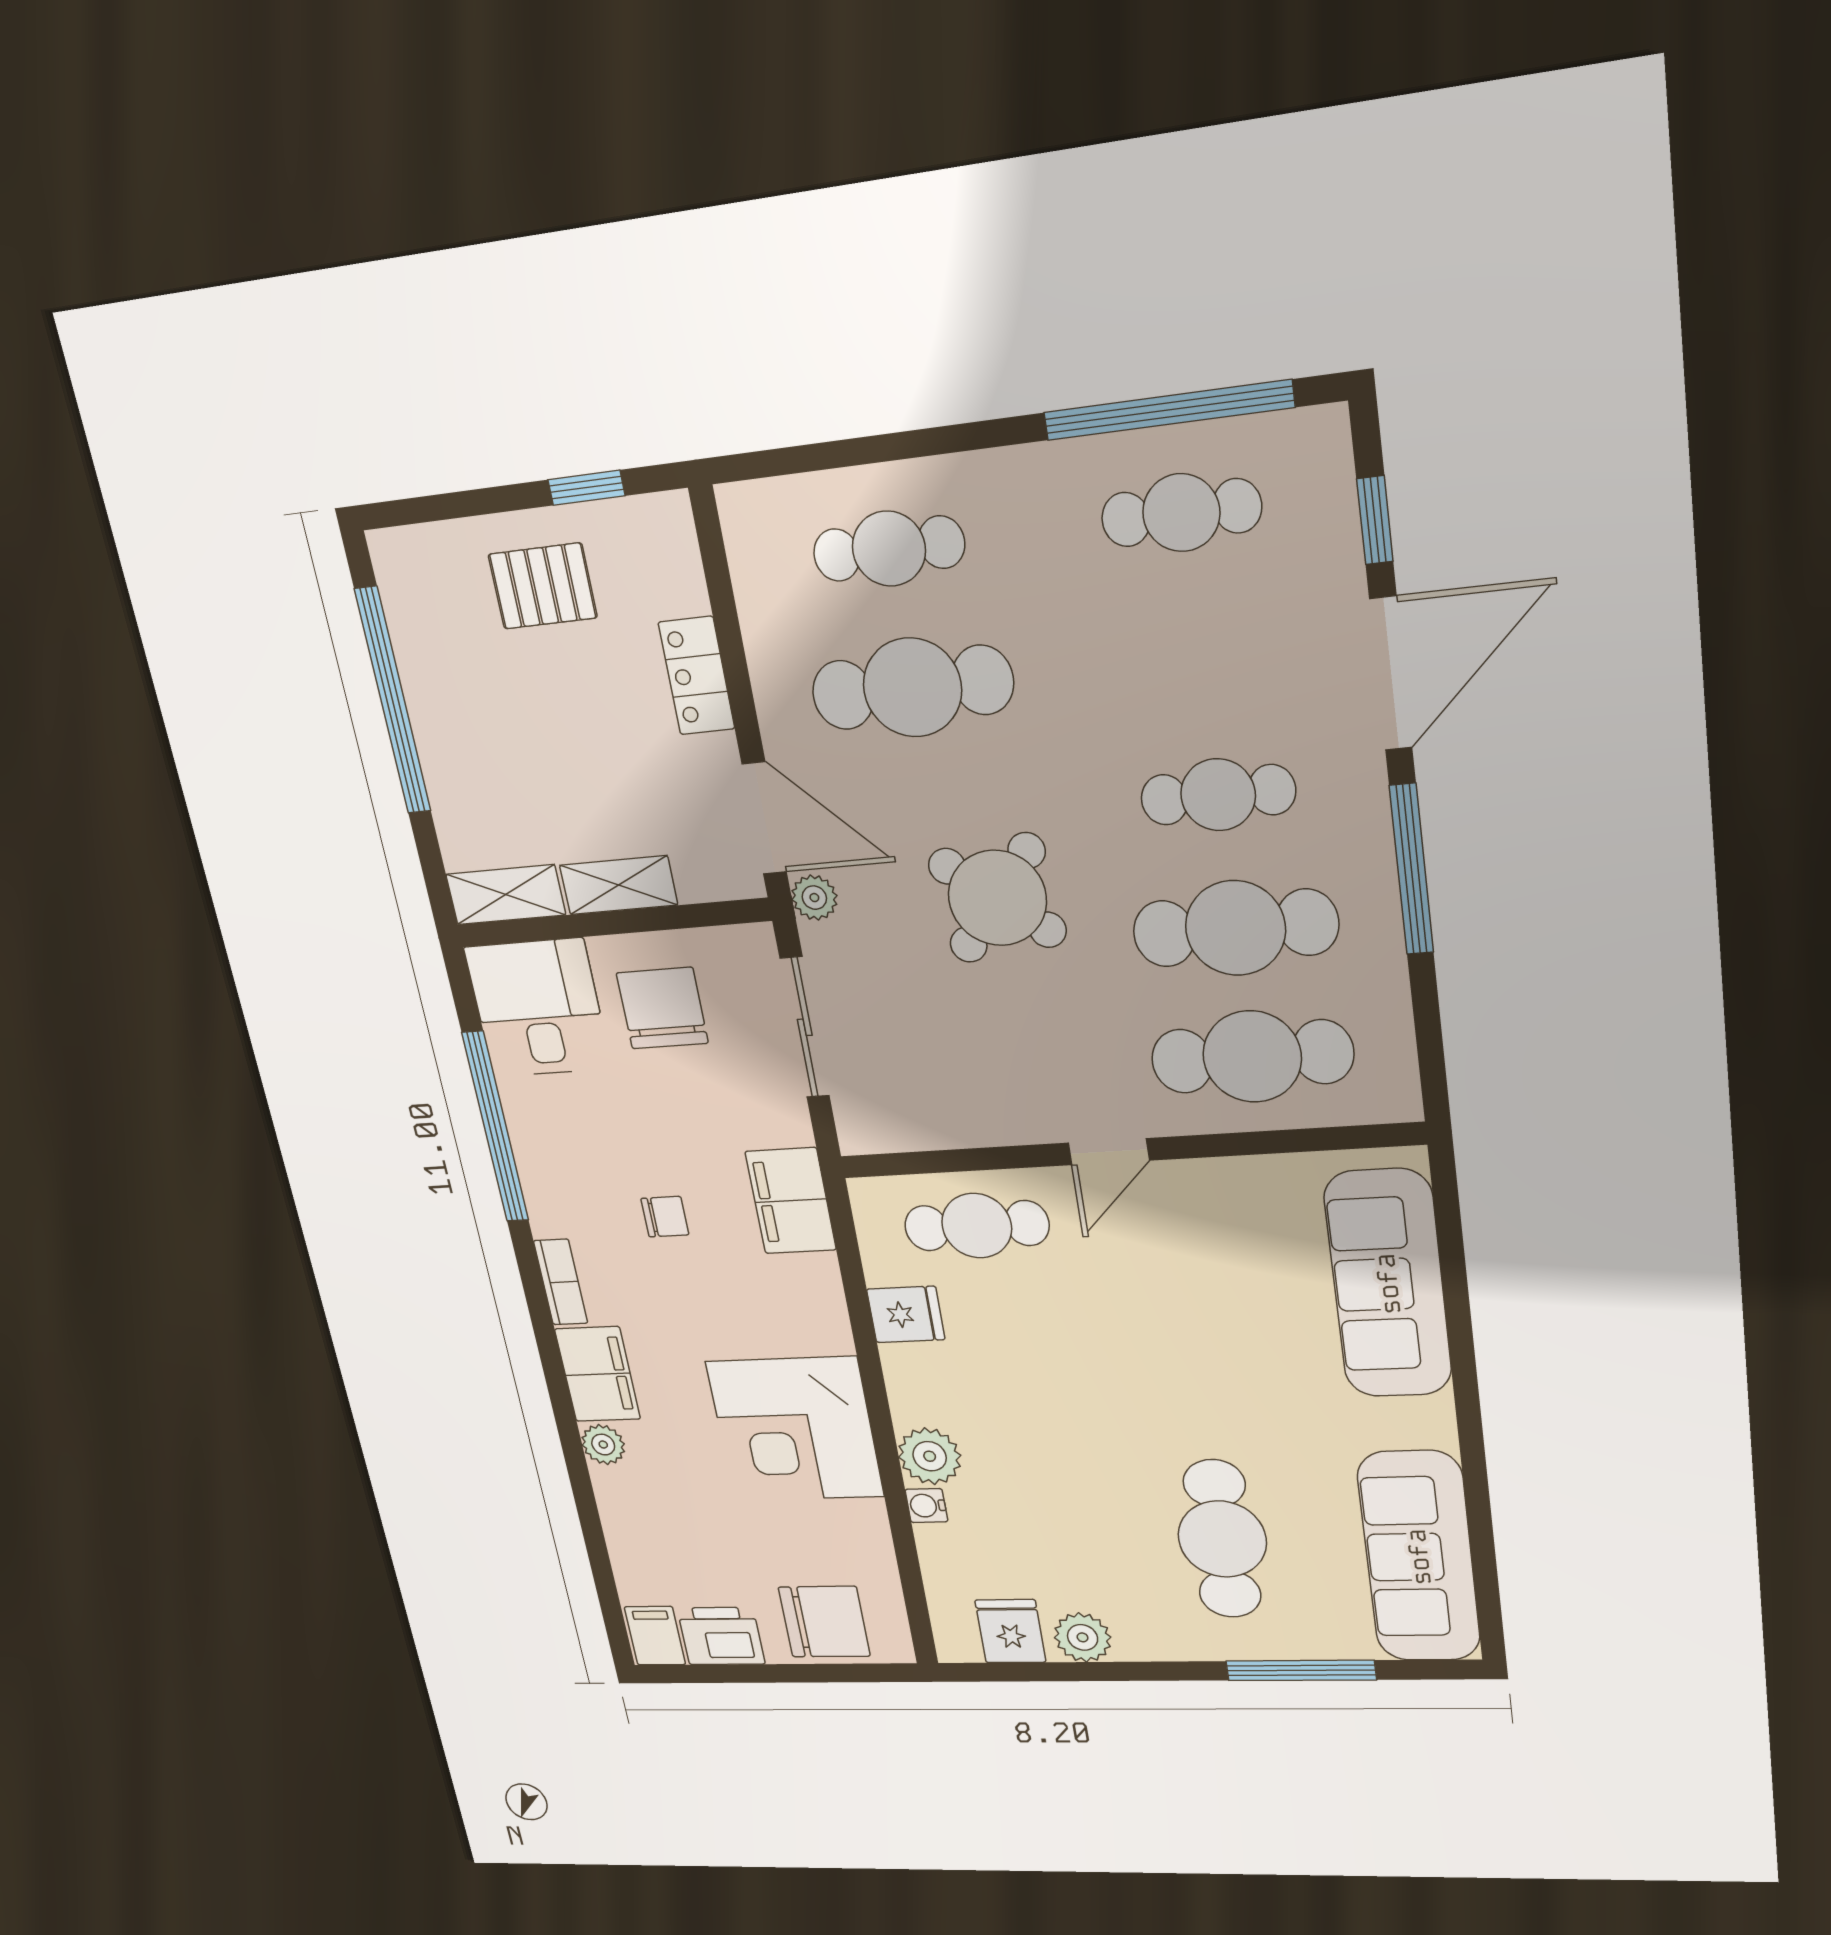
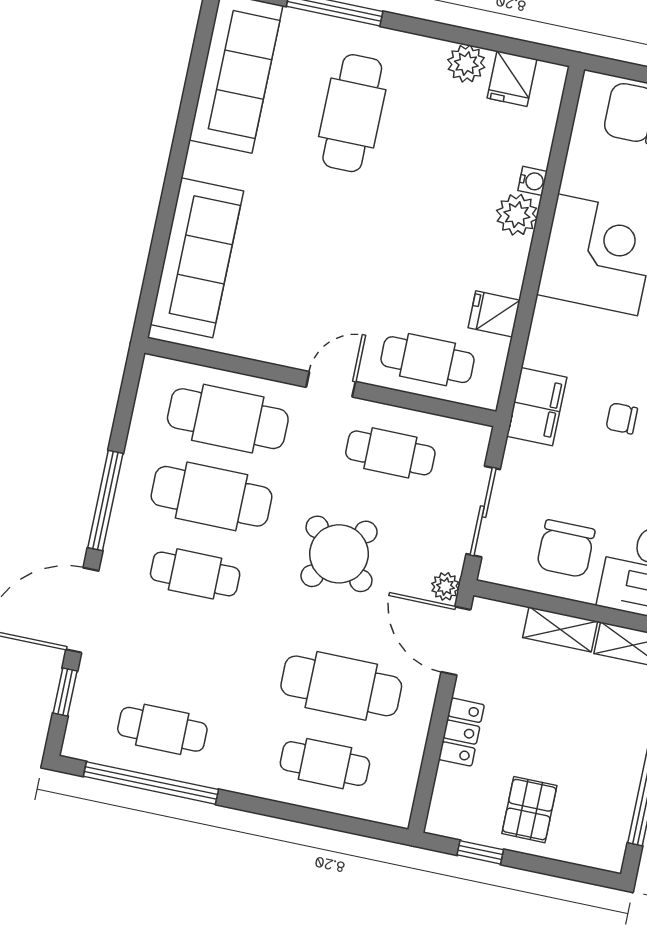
pallet: (543, 586) -> (529, 810), turned 90
cafe table: (978, 1075) -> (390, 453), added

